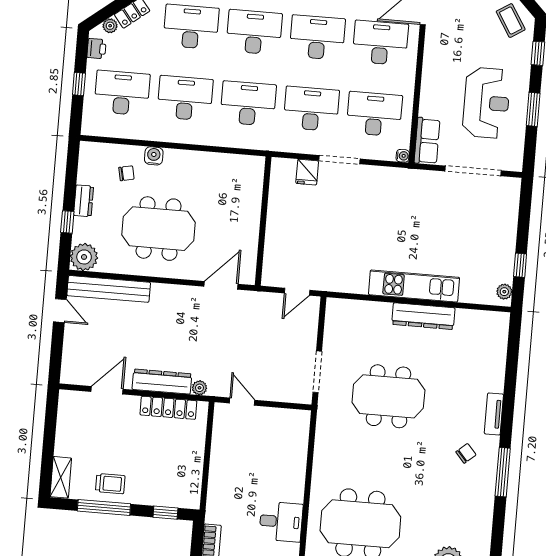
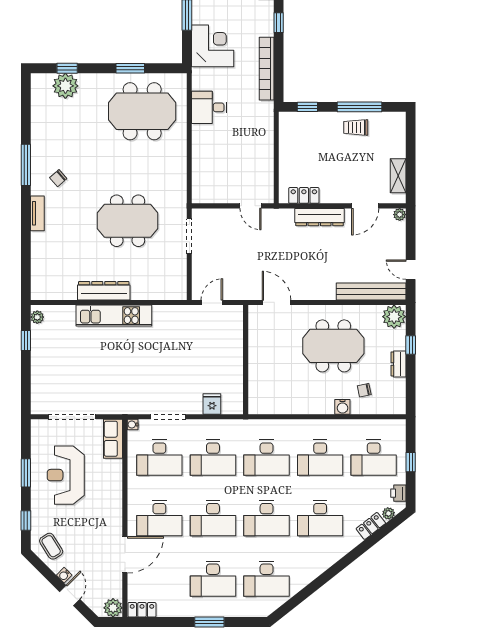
doorway: (339, 160) -> (168, 417), moved
door: (221, 285) -> (277, 302), swing flipped
plant: (199, 388) -> (400, 215), moved
locker: (168, 408) -> (304, 195), width x0.66
shelving: (61, 477) -> (398, 176), moved

